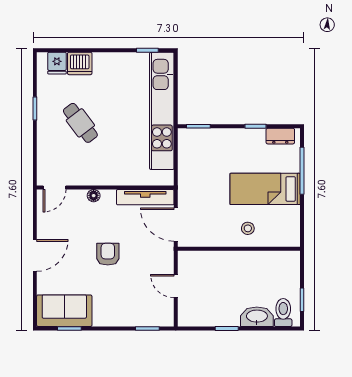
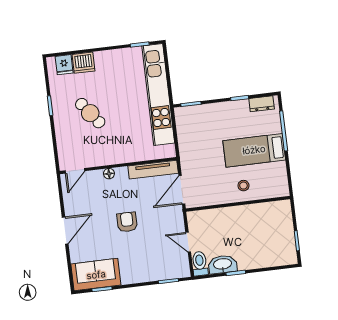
door: (176, 225) -> (182, 190), hinge flipped
toilet: (283, 313) -> (200, 264), moved
washbasin: (257, 317) -> (223, 264), moved

